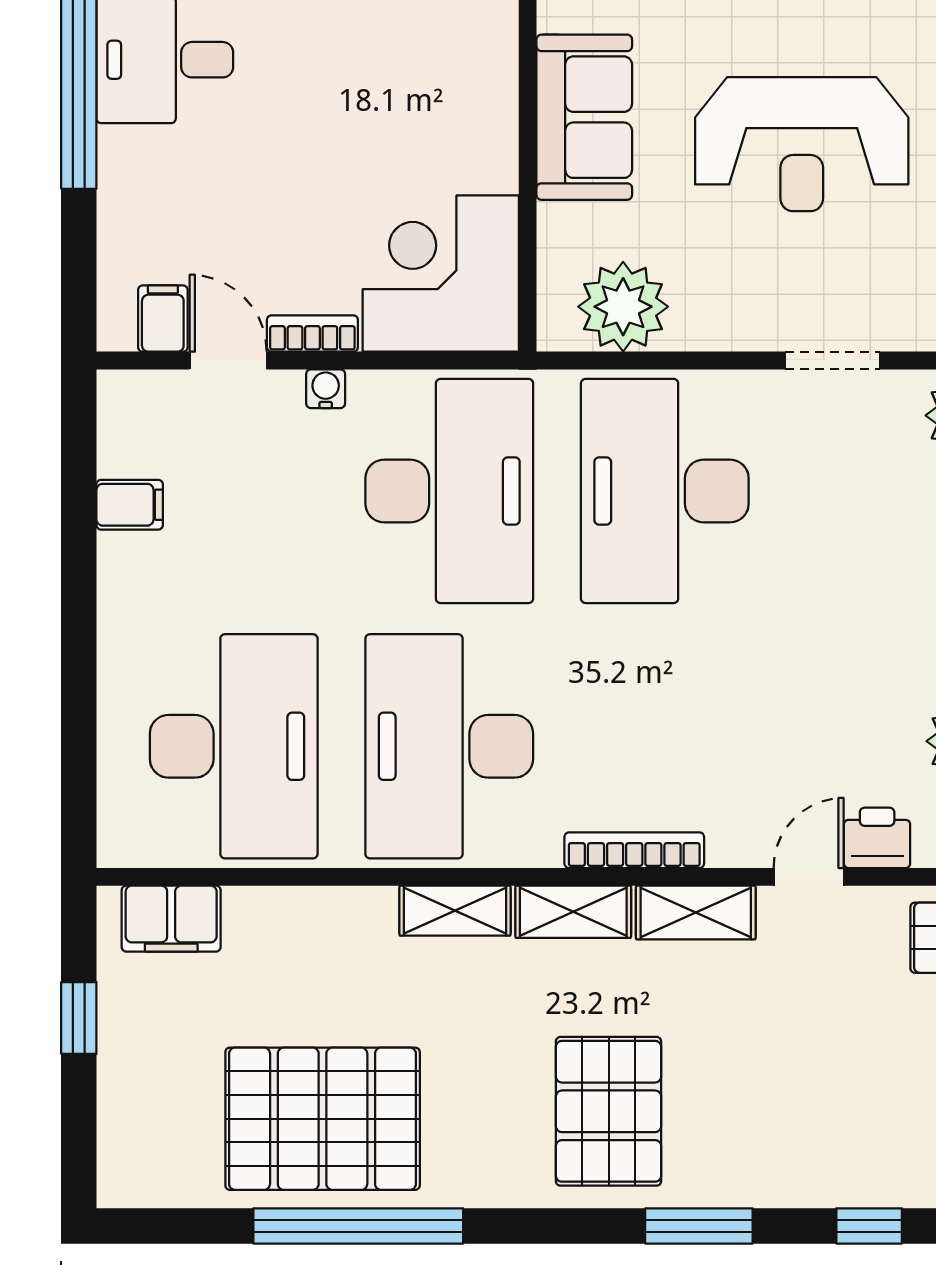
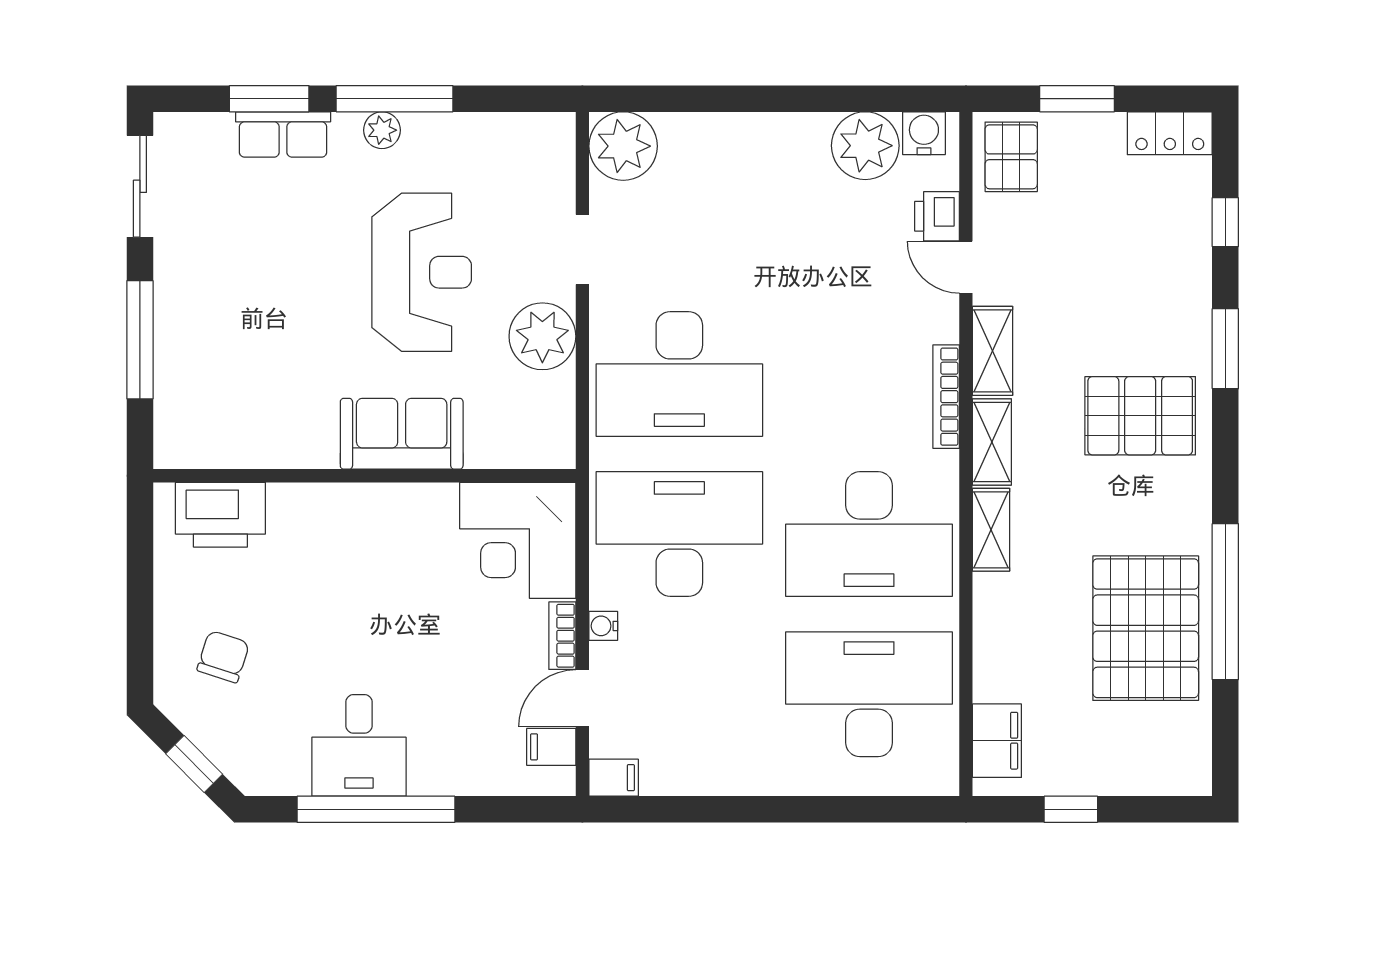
plant: (623, 307) -> (542, 336), moved
filing cabinet: (130, 505) -> (614, 778), moved, turned 90

